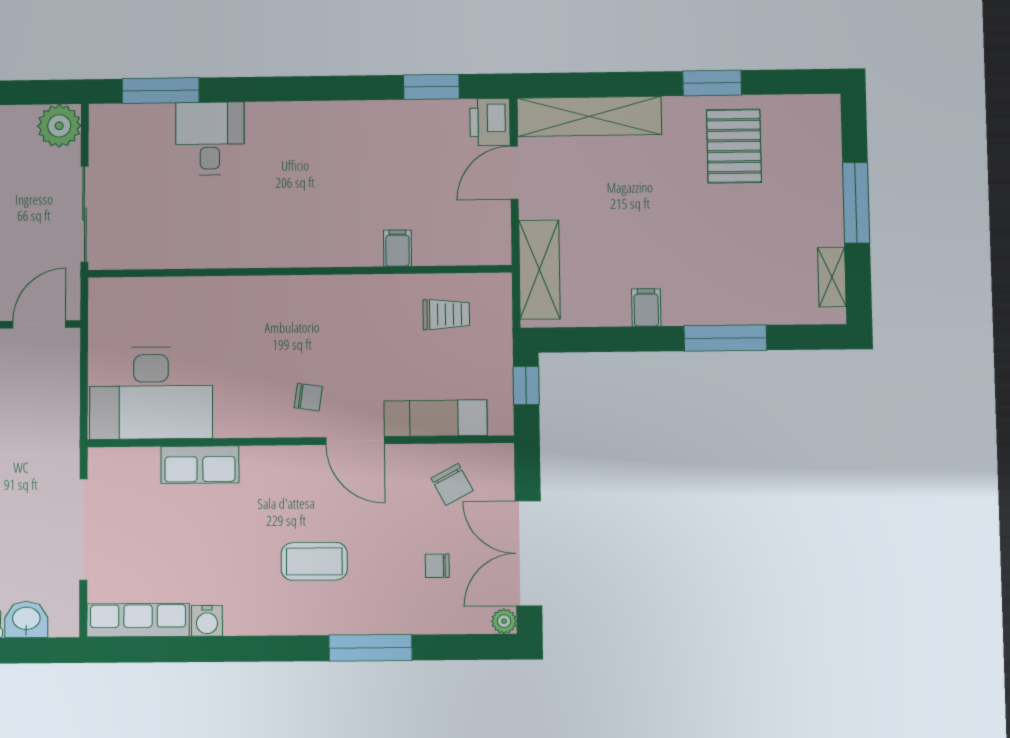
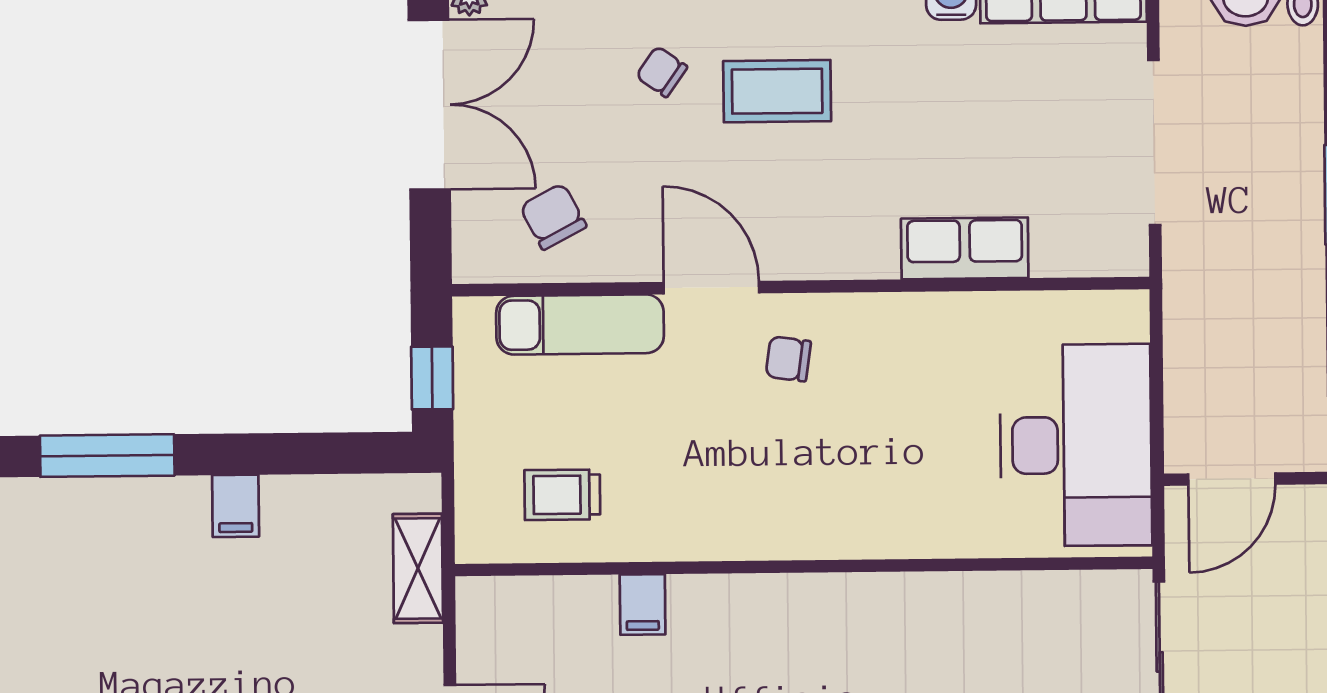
shelving: (539, 270) -> (418, 568), width x0.67, depth x0.75
desk: (151, 393) -> (1076, 445), moved, turned 90
chair: (437, 566) -> (662, 72), moved, turned -145

